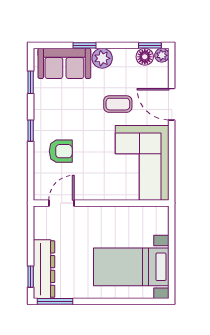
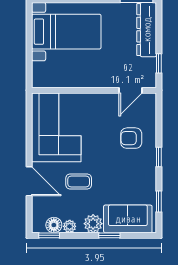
plant: (162, 55) -> (70, 226), moved
window: (31, 277) -> (159, 63), moved

